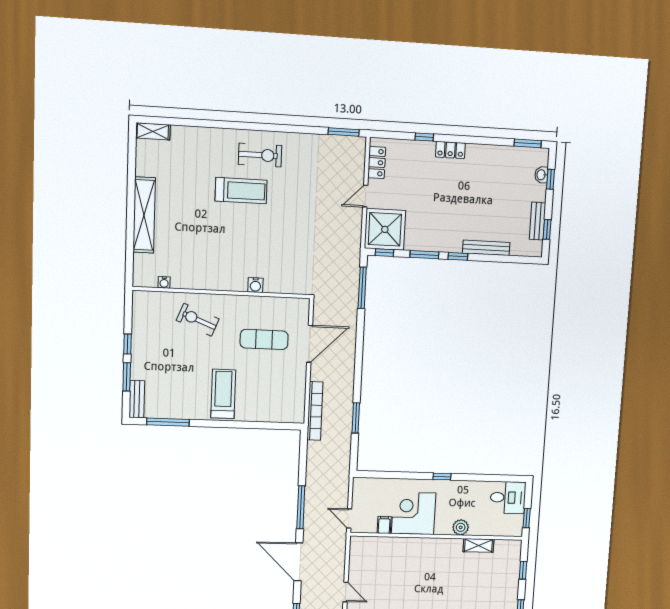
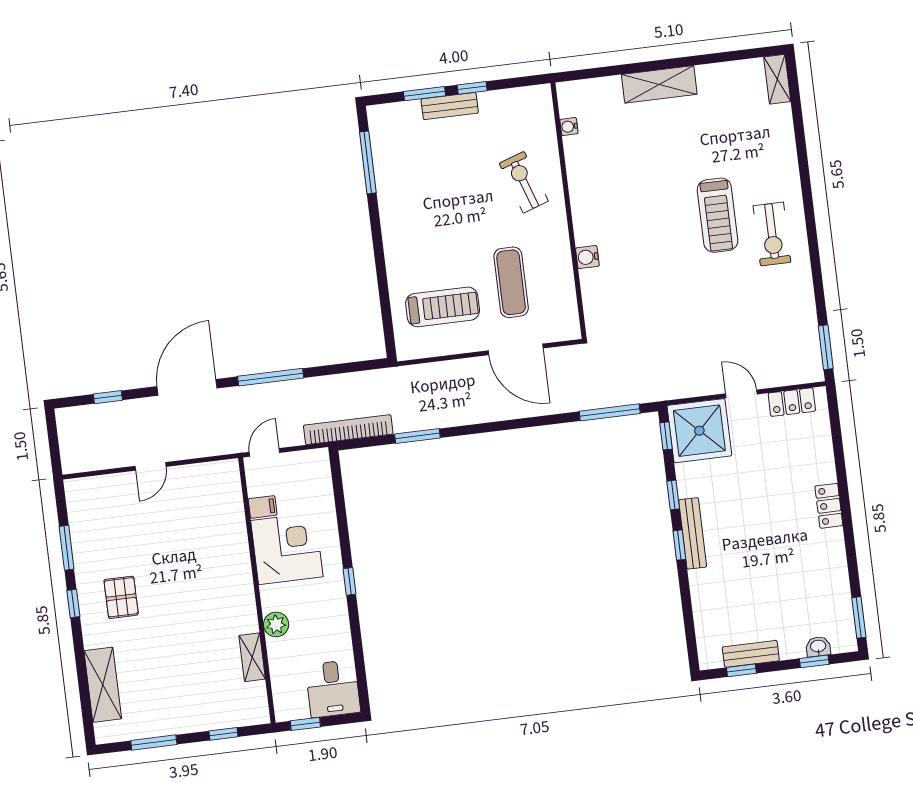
window: (424, 137) -> (840, 465), removed
shelving: (144, 215) -> (659, 84), width x0.68
bench: (486, 248) -> (693, 533), moved
window: (424, 255) -> (673, 495), width x0.67
exercise bike: (198, 320) -> (524, 182), turned -41
treadmill: (223, 394) -> (443, 307), moved
bench: (137, 399) -> (450, 106), moved
bookcase: (315, 411) -> (348, 430), moved, turned 180

